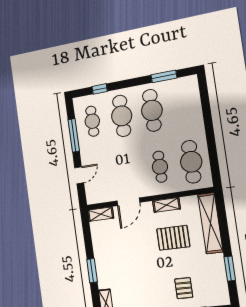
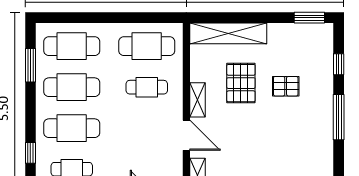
cafe table: (183, 105) -> (72, 46), added
shelving: (166, 205) -> (197, 100), moved
window: (230, 269) -> (309, 18), moved
pallet: (184, 288) -> (286, 86), moved

